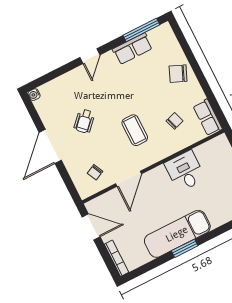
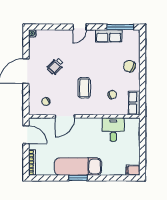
desk: (185, 171) -> (113, 130), moved

